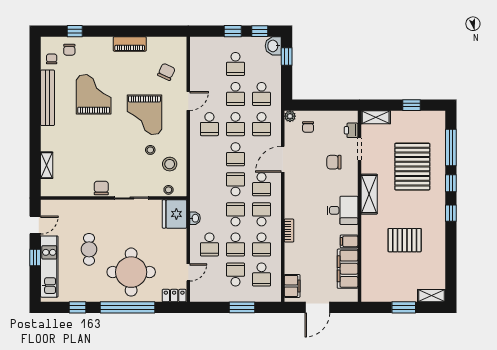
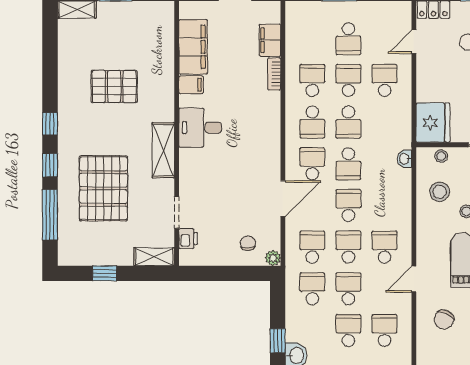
chair: (334, 162) -> (212, 194), removed
washbasin: (195, 218) -> (404, 159), moved
bookcase: (289, 231) -> (274, 74), moved
school desk: (262, 275) -> (384, 330), moved
filing cabinet: (292, 286) -> (270, 40), moved

